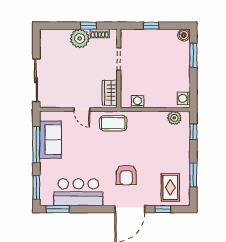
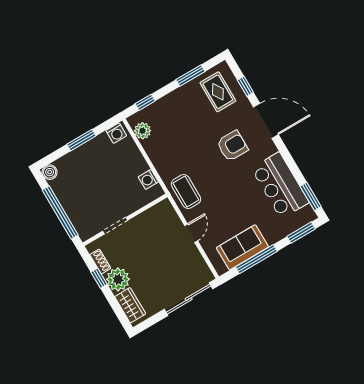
window: (151, 26) -> (60, 213), width x3.17
window: (193, 55) -> (81, 140), moved
wardrobe: (110, 93) -> (130, 305), moved, turned -90
rug: (170, 187) -> (218, 92), turned 90

